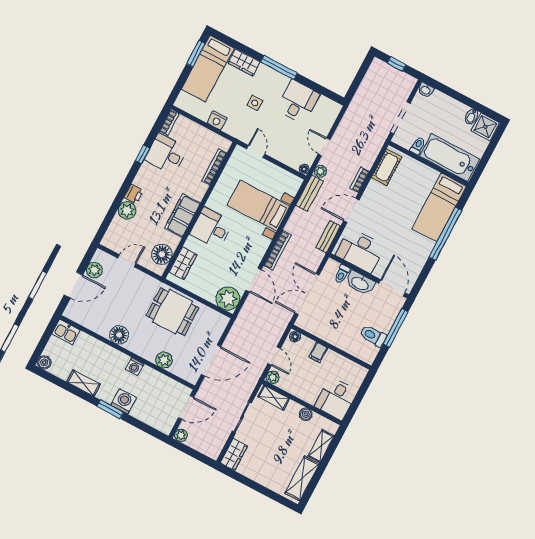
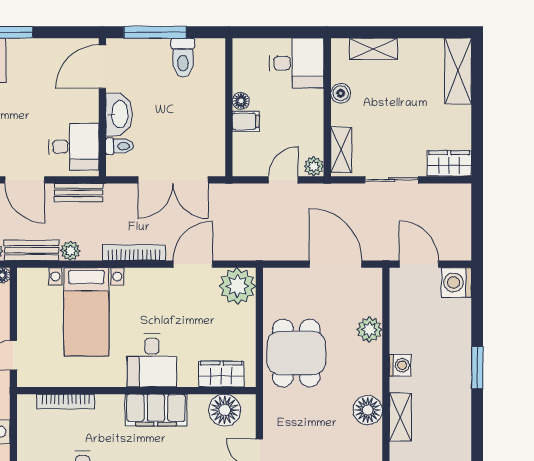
desk: (360, 250) -> (74, 147), width x0.73
floor lamp: (295, 337) -> (241, 101), moved
shelving: (84, 383) -> (400, 417), moved
washing machine: (124, 401) -> (456, 282), moved
plant: (181, 435) -> (70, 251), moved
shelving: (302, 478) -> (458, 71), moved, turned 90

